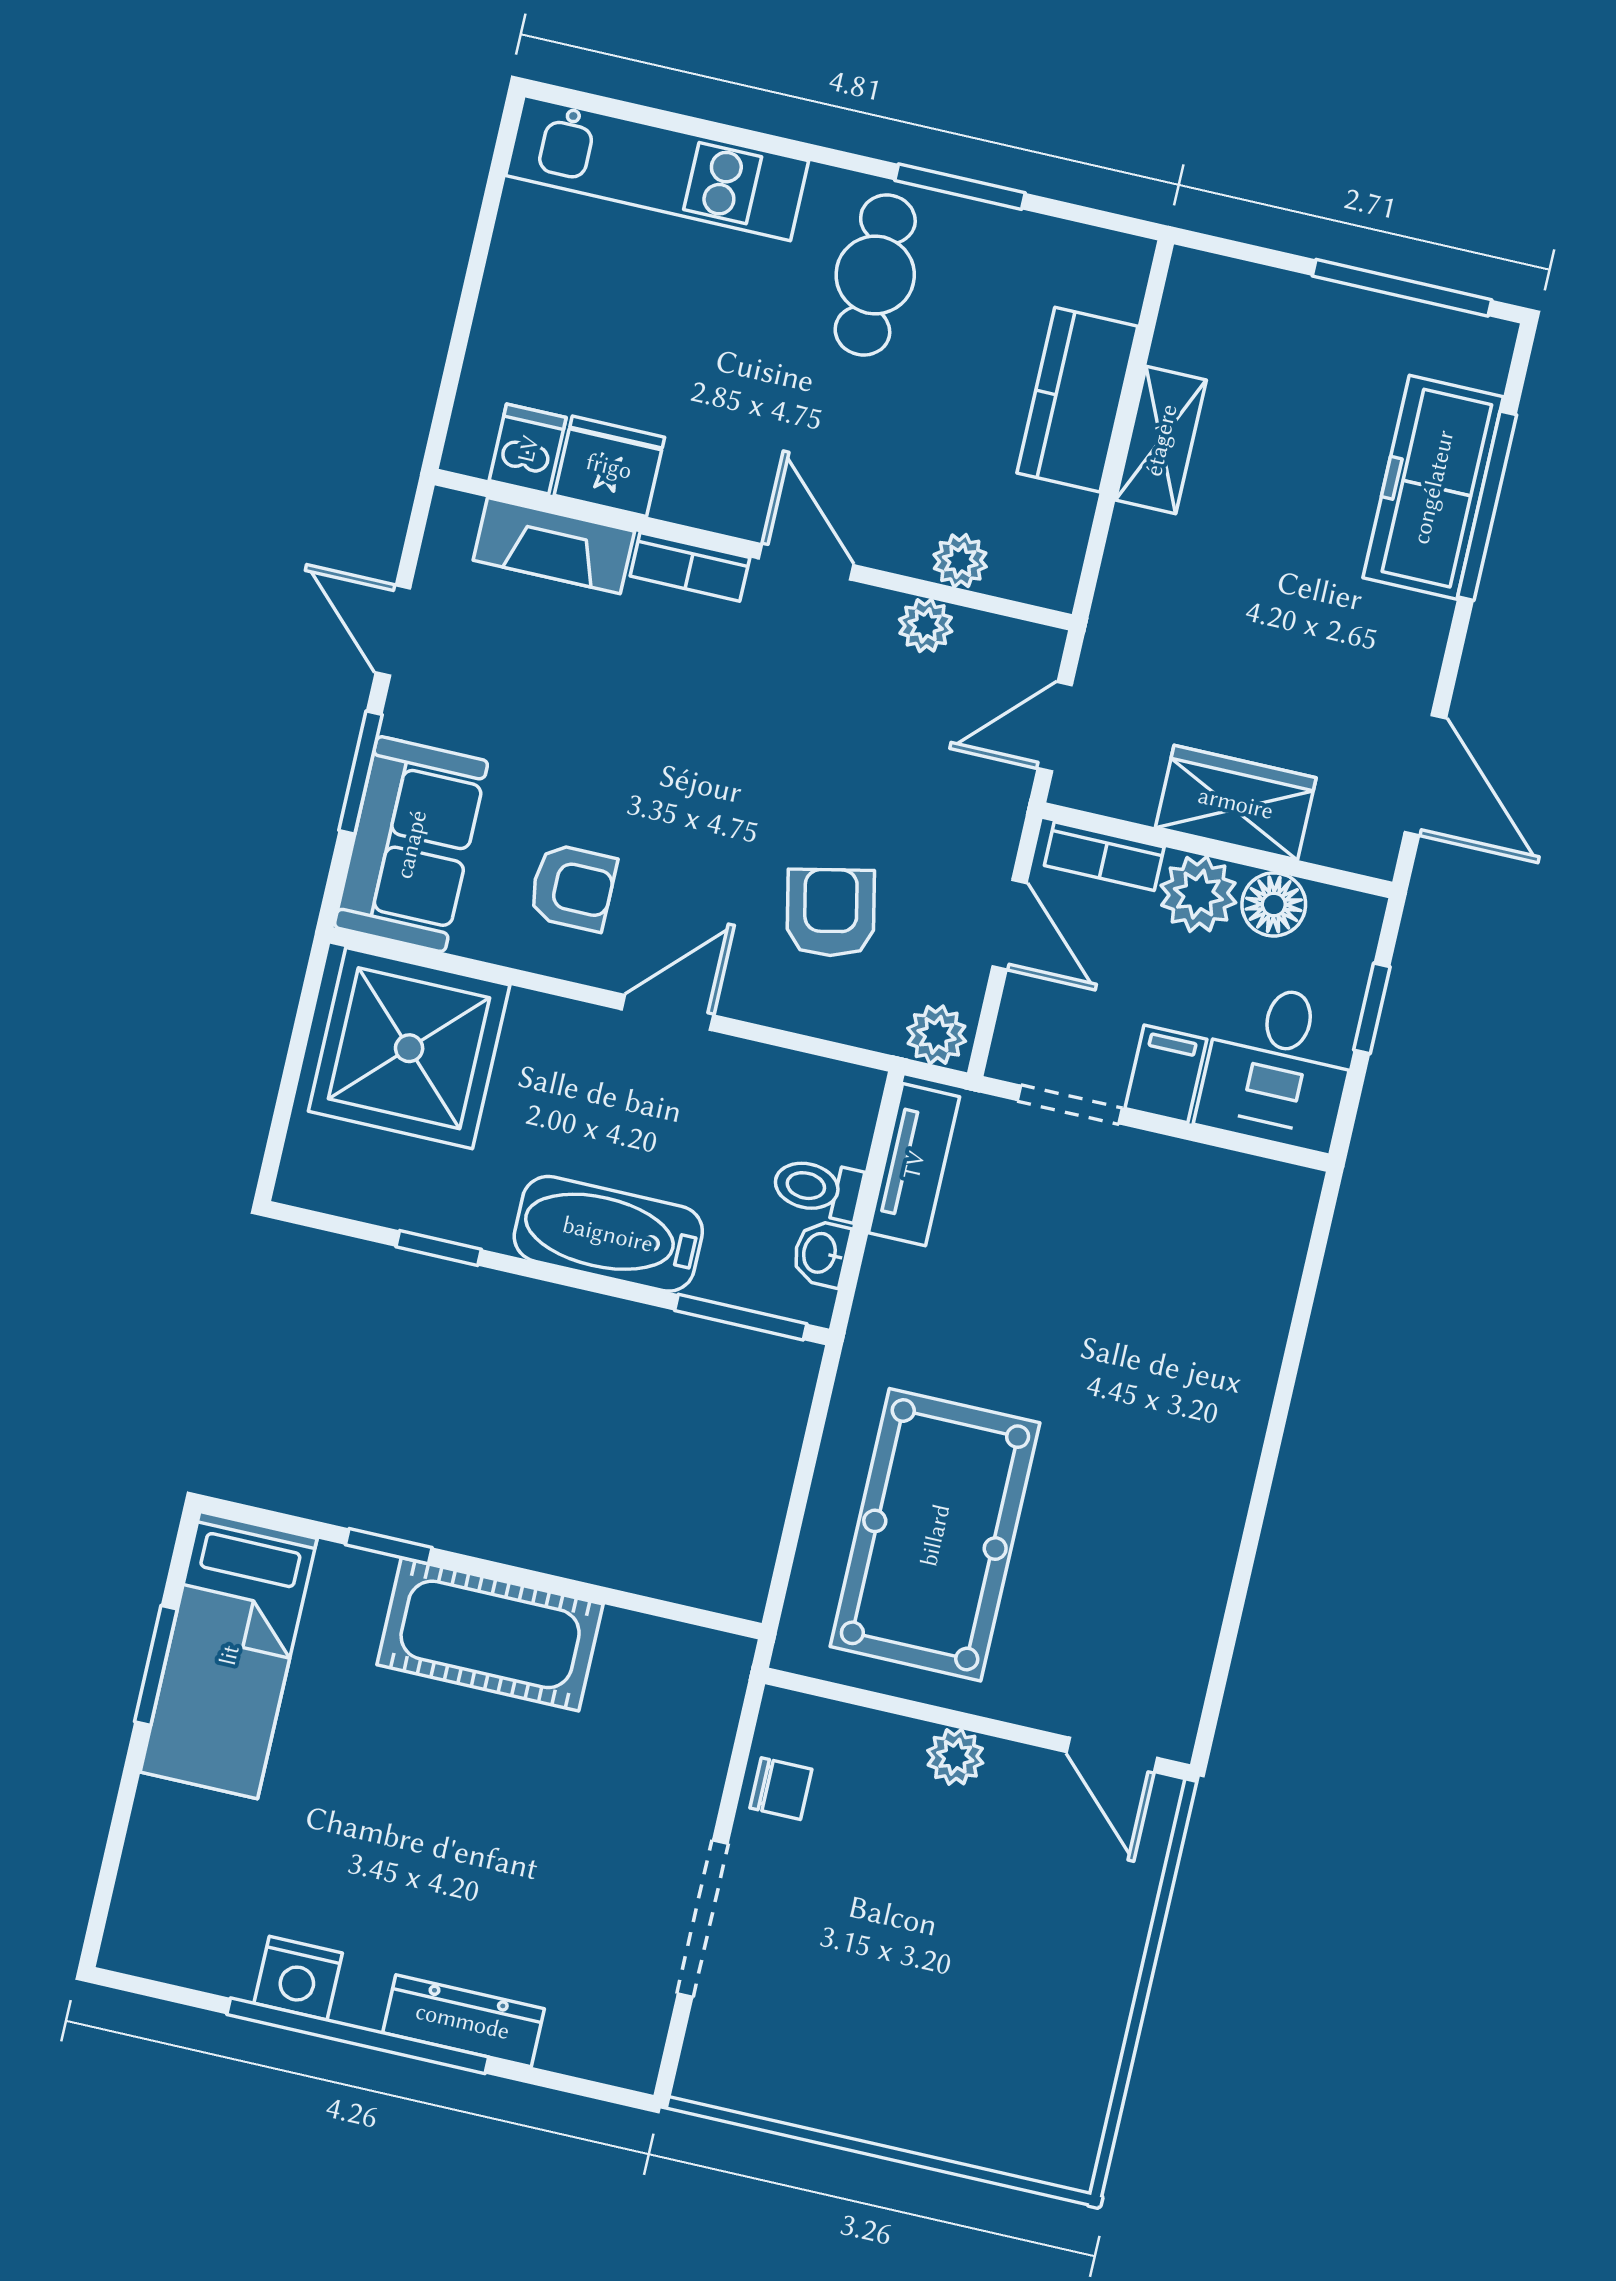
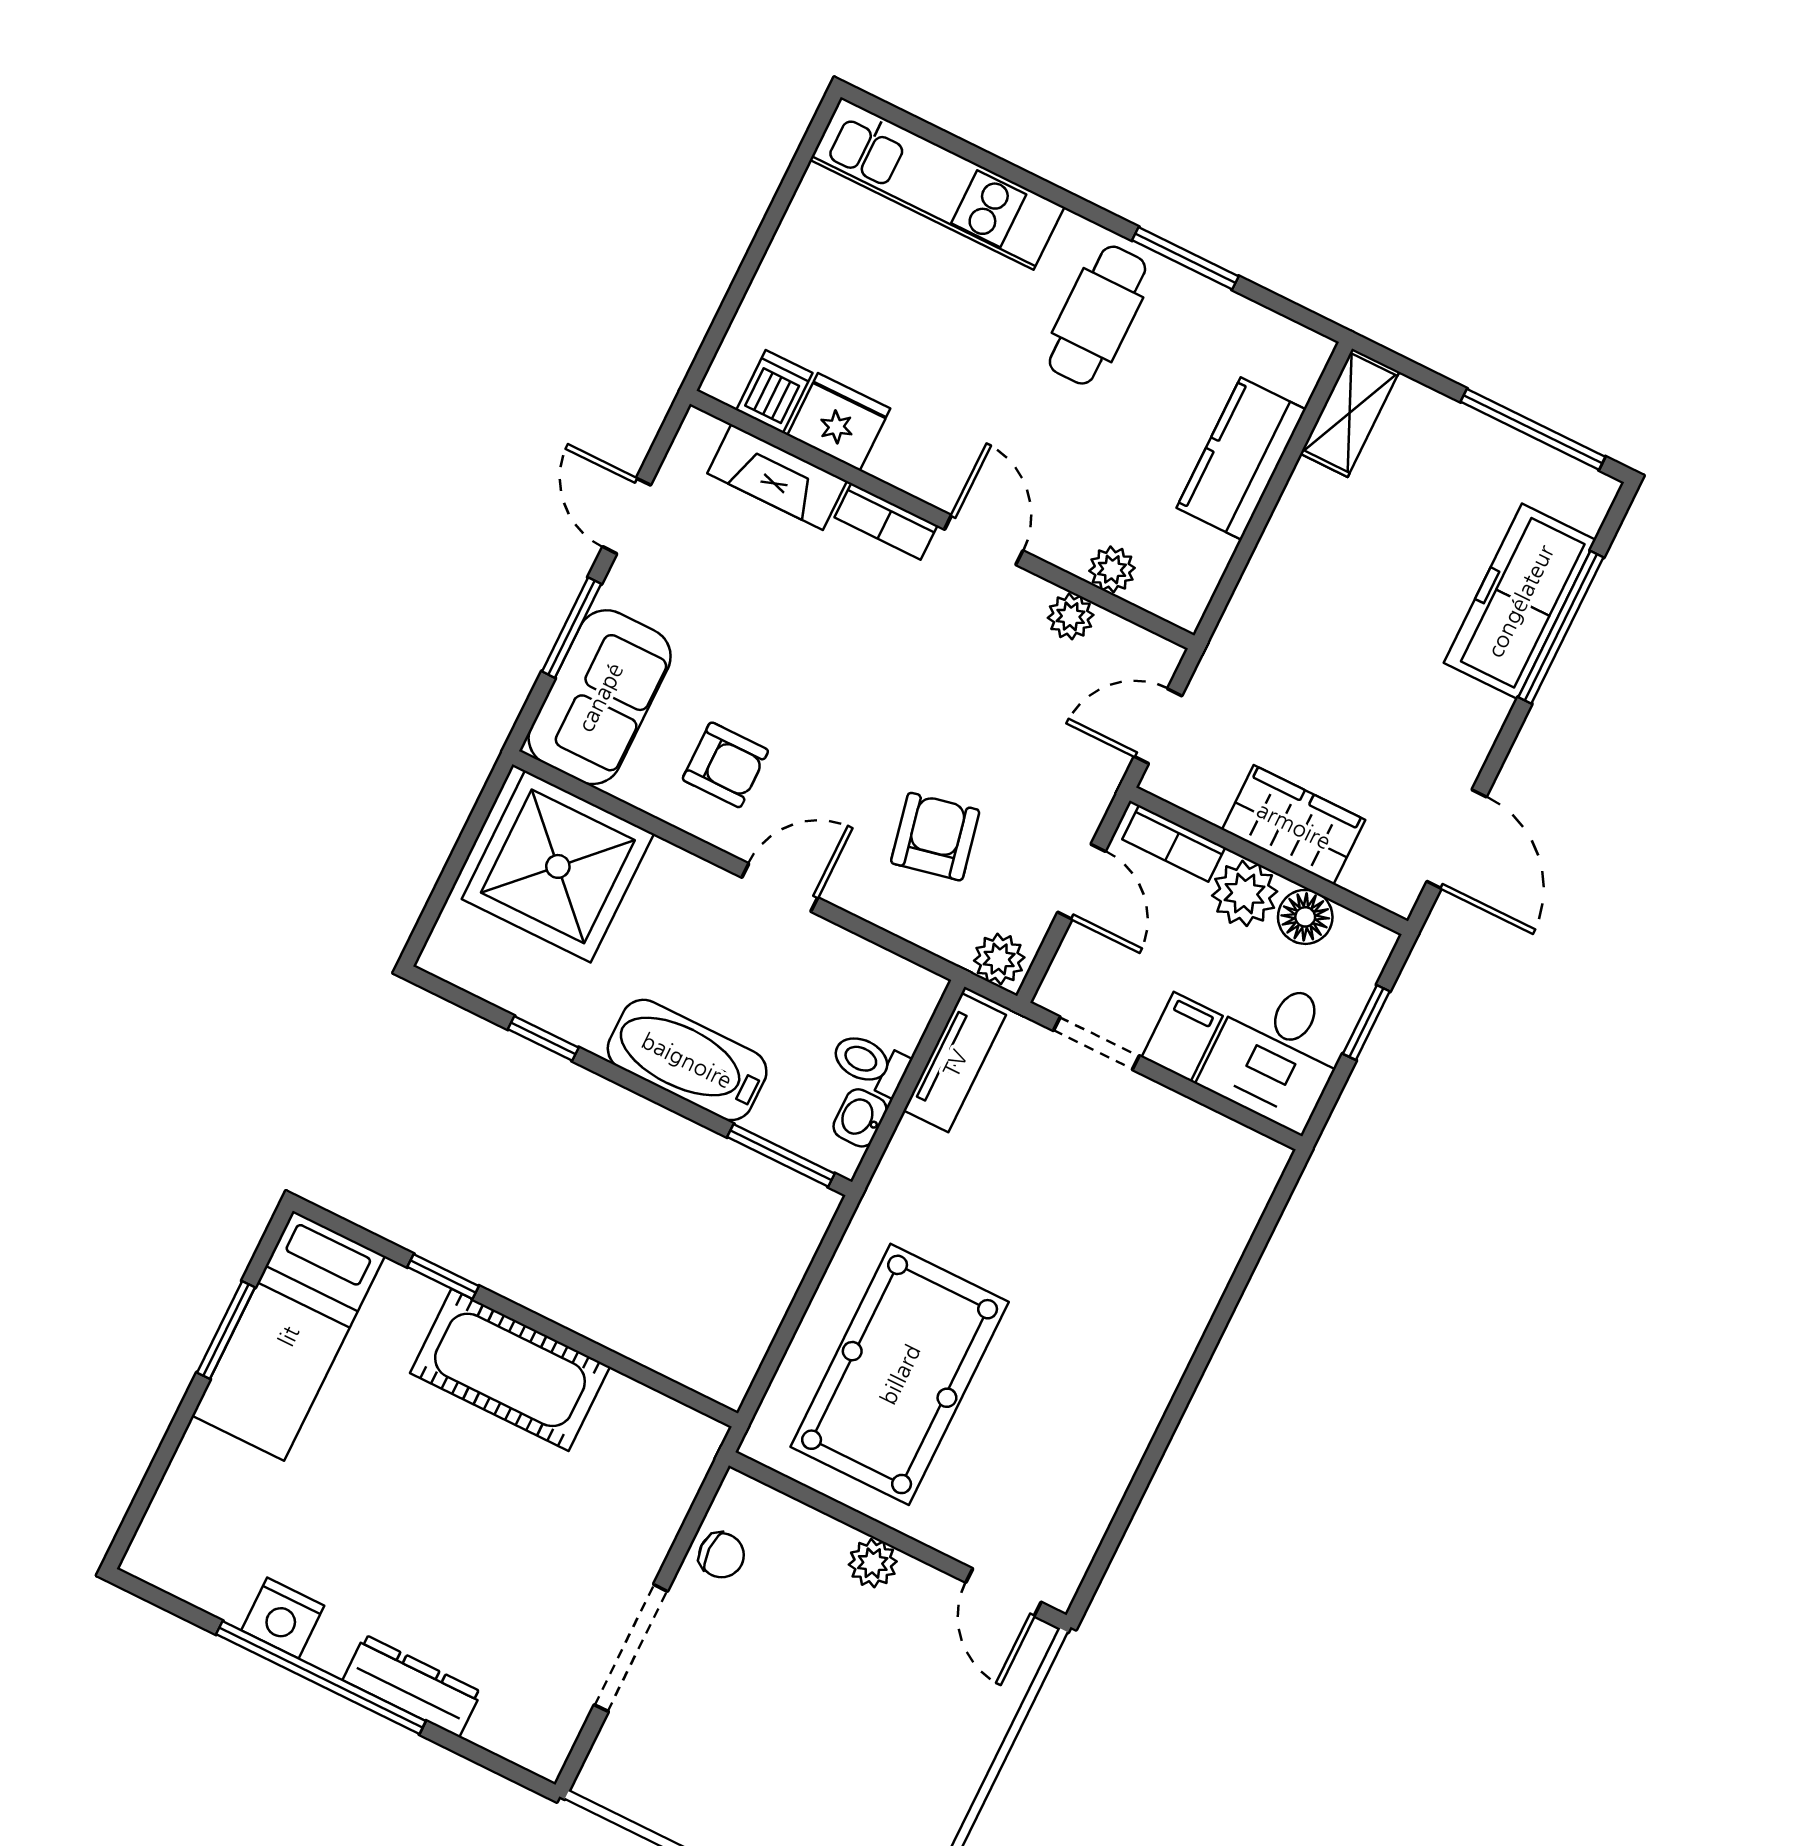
shelving: (1161, 440) -> (1350, 413), moved

